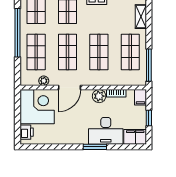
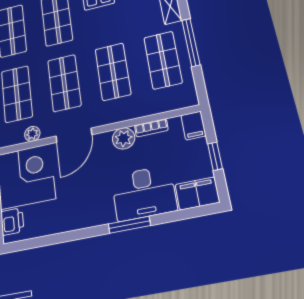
window: (149, 65) -> (191, 42), moved

